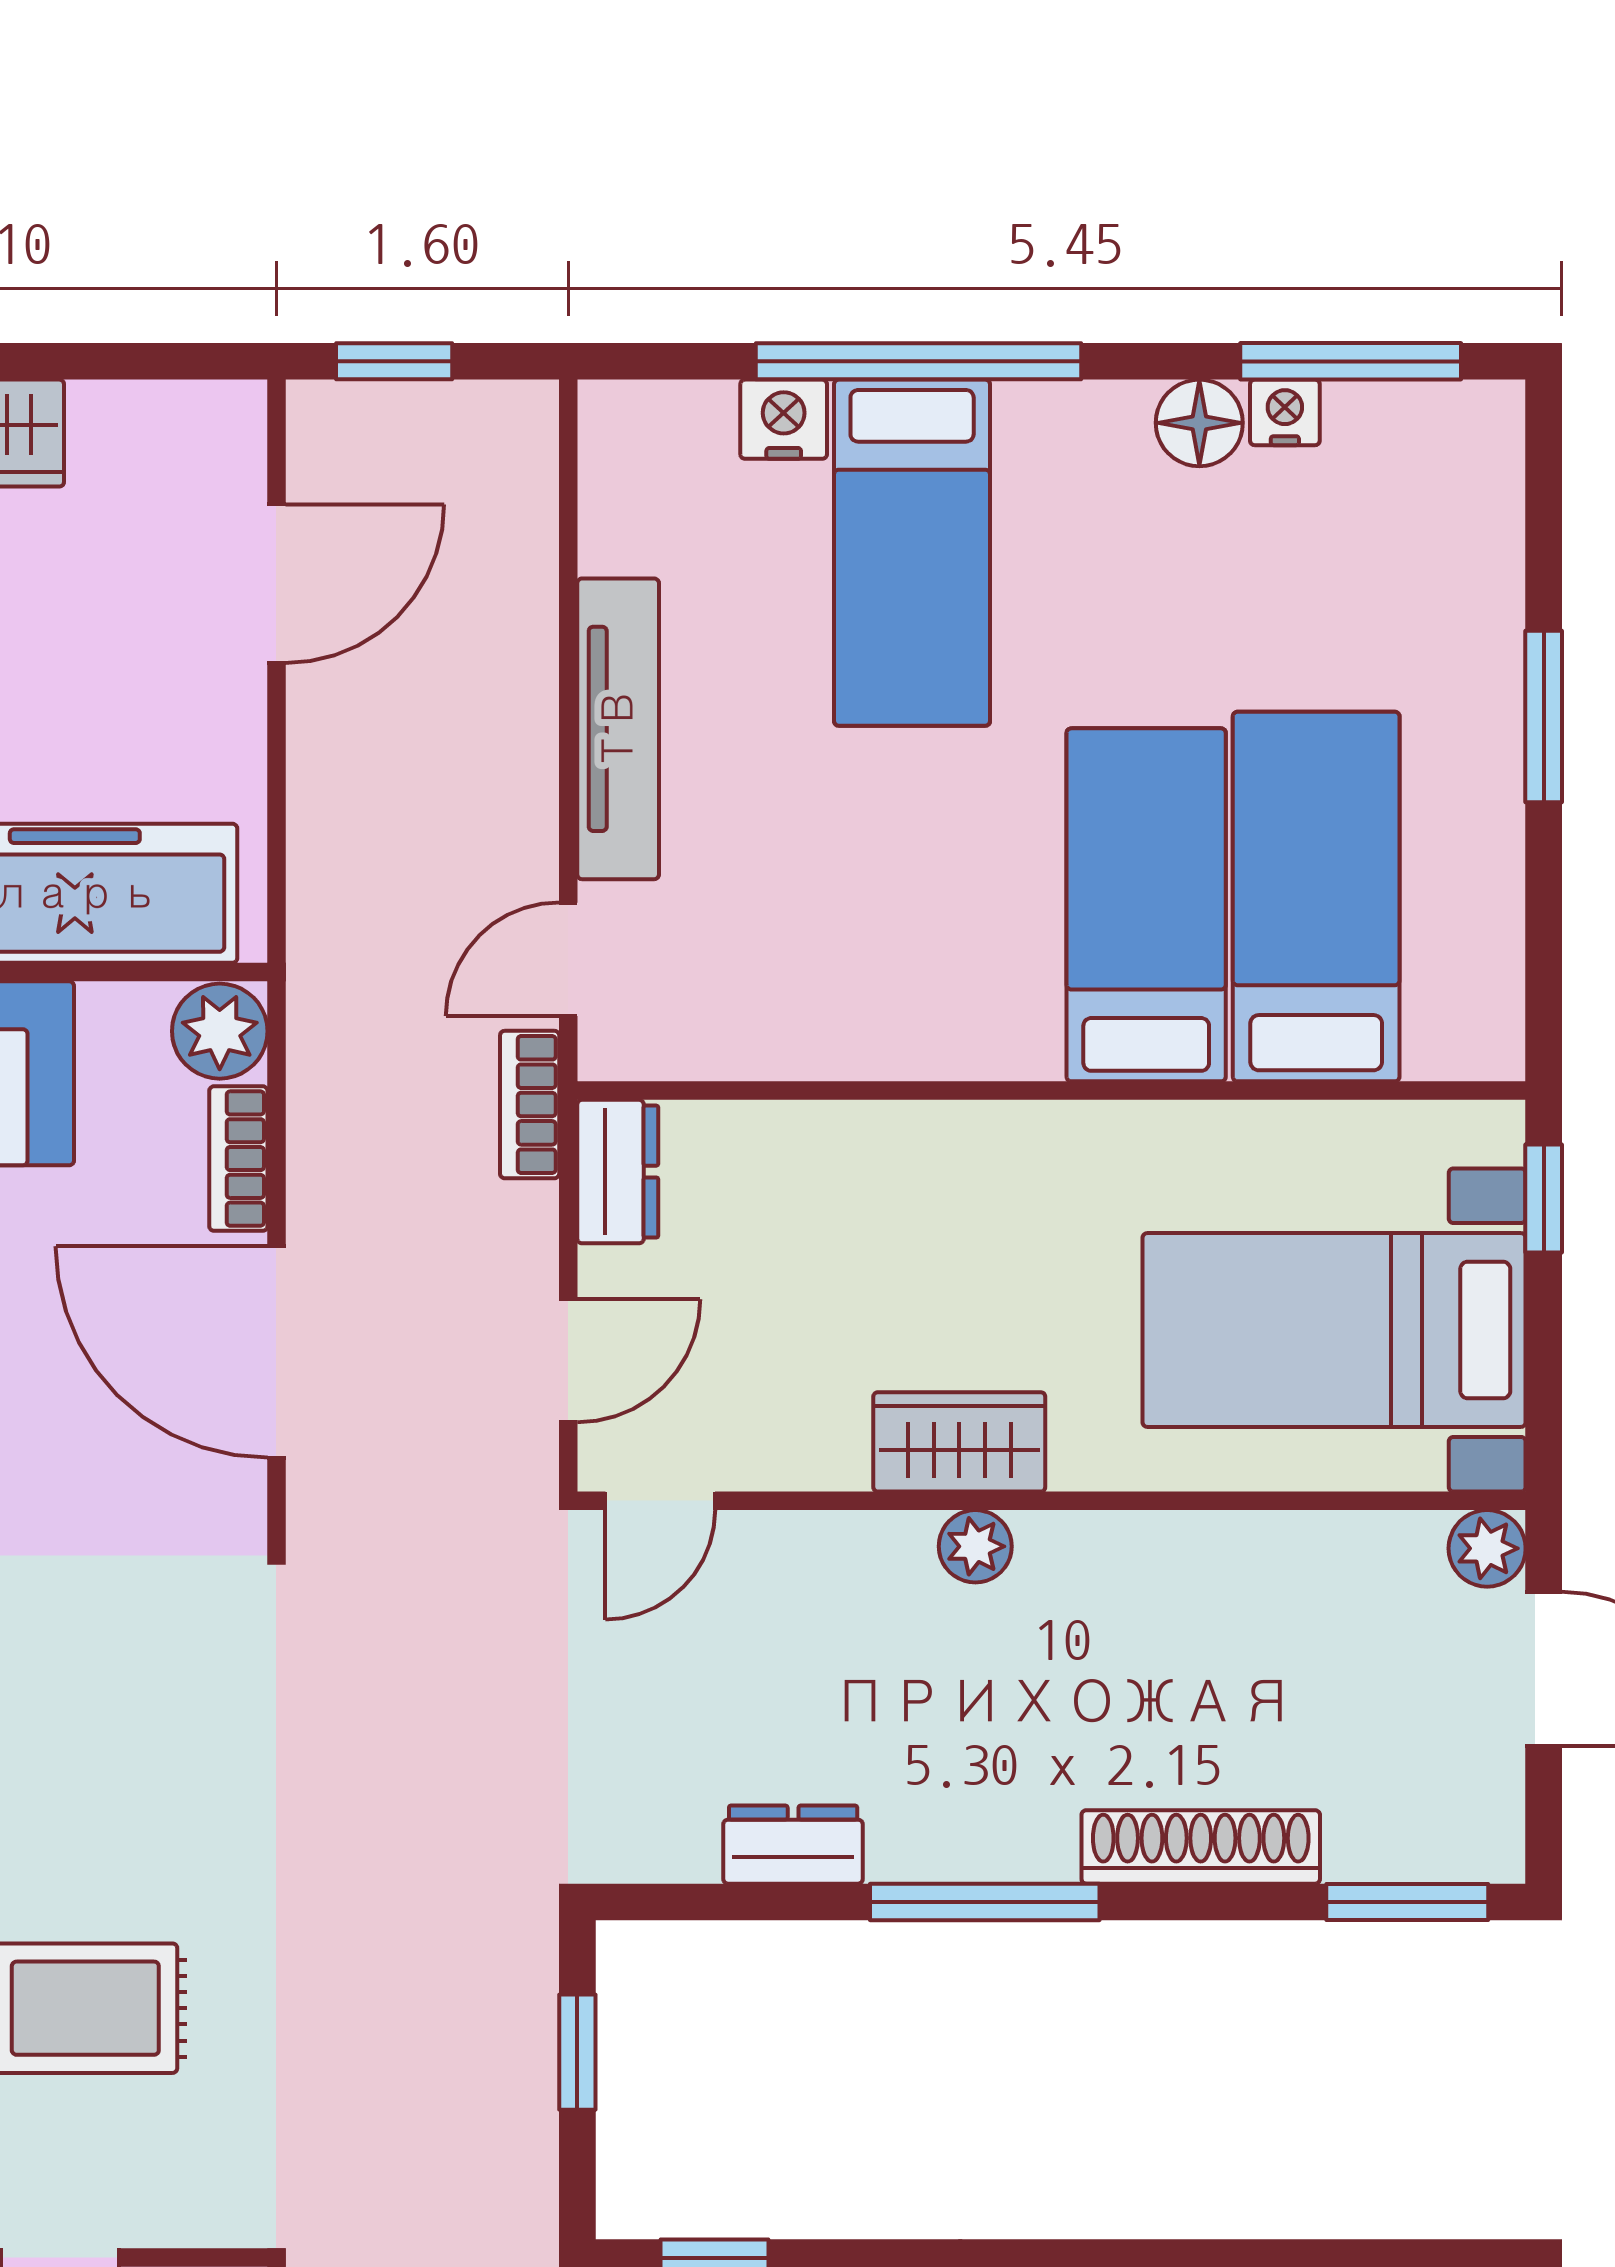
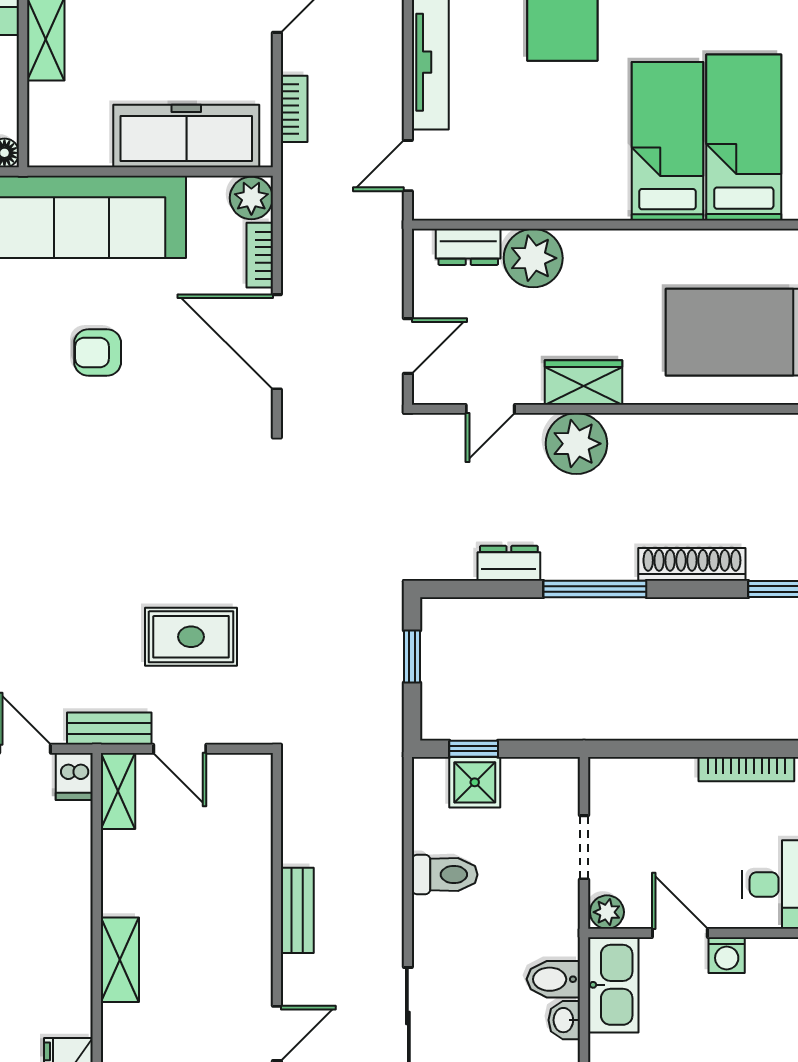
bookcase: (530, 1105) -> (294, 109), moved, turned 180
plant: (847, 1165) -> (533, 258), added
dresser: (618, 1172) -> (468, 247), moved, turned 90
door: (660, 1501) -> (490, 409), moved
plant: (975, 1546) -> (576, 444), width x1.87, depth x1.87

